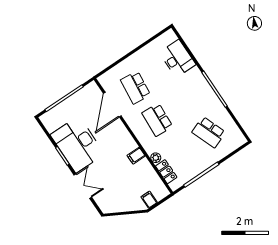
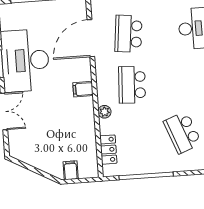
filing cabinet: (136, 156) -> (83, 89), moved
plant: (156, 158) -> (104, 112), moved

